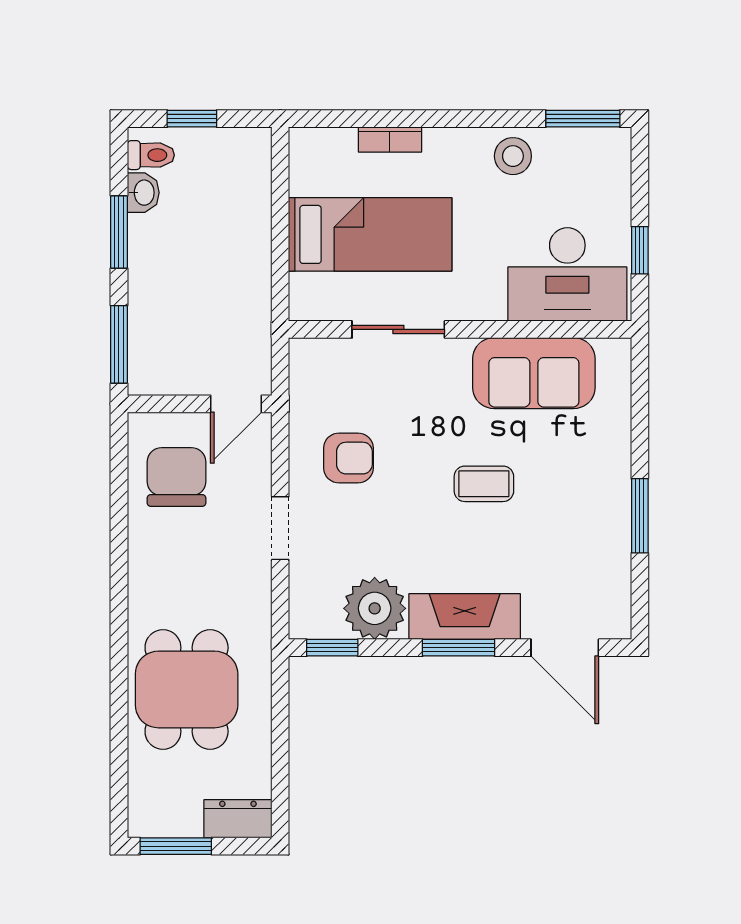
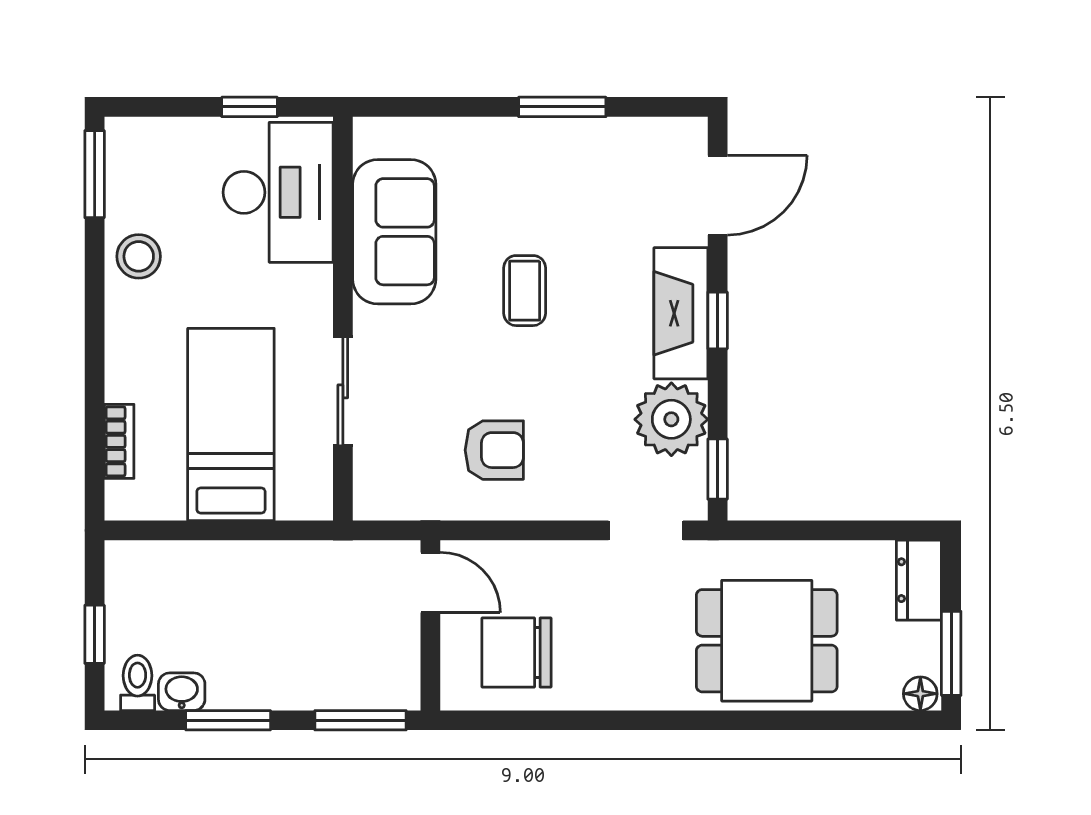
bookcase: (390, 139) -> (119, 441), moved
armchair: (348, 458) -> (494, 450), turned 90
doorway: (280, 528) -> (646, 530), moved
window: (459, 648) -> (718, 320), width x0.67
floor lamp: (142, 820) -> (920, 694), added

